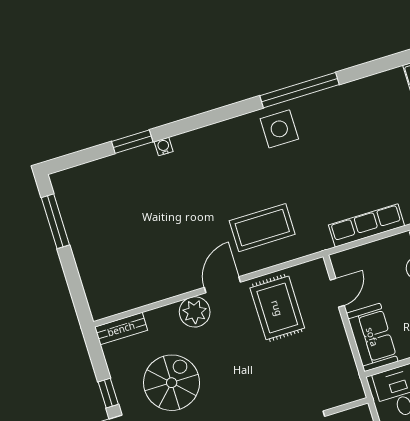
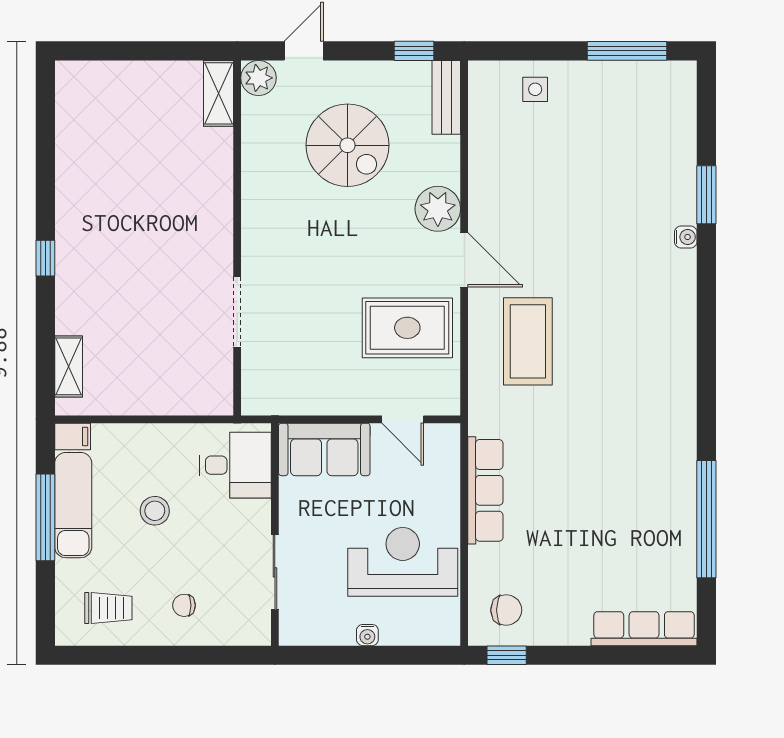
window: (299, 90) -> (706, 519), moved
side table: (279, 129) -> (535, 89), moved, width x0.54, depth x0.54
window: (108, 393) -> (414, 51), moved

